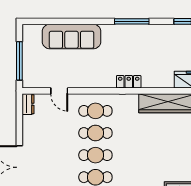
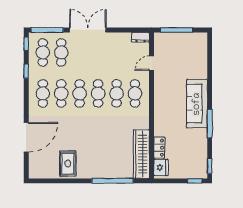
sofa: (72, 37) -> (197, 104), moved
locker: (129, 82) -> (159, 148), moved

